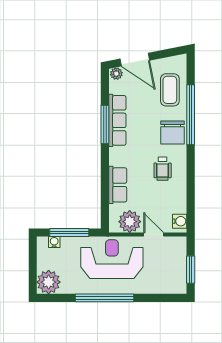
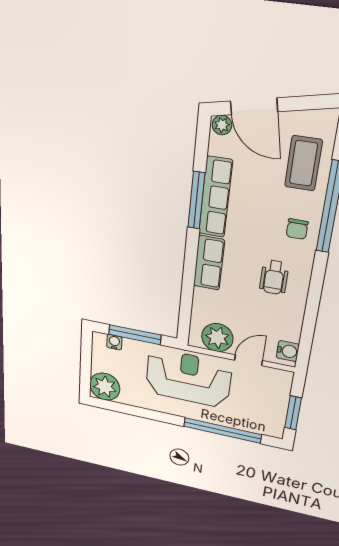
chair: (172, 133) -> (297, 229), width x0.54, depth x0.54
row of seats: (118, 185) -> (209, 263), moved
door: (154, 235) -> (248, 360), hinge flipped
window: (105, 298) -> (222, 430), moved

